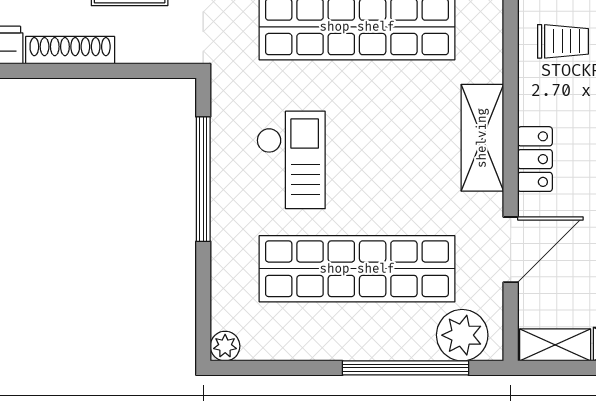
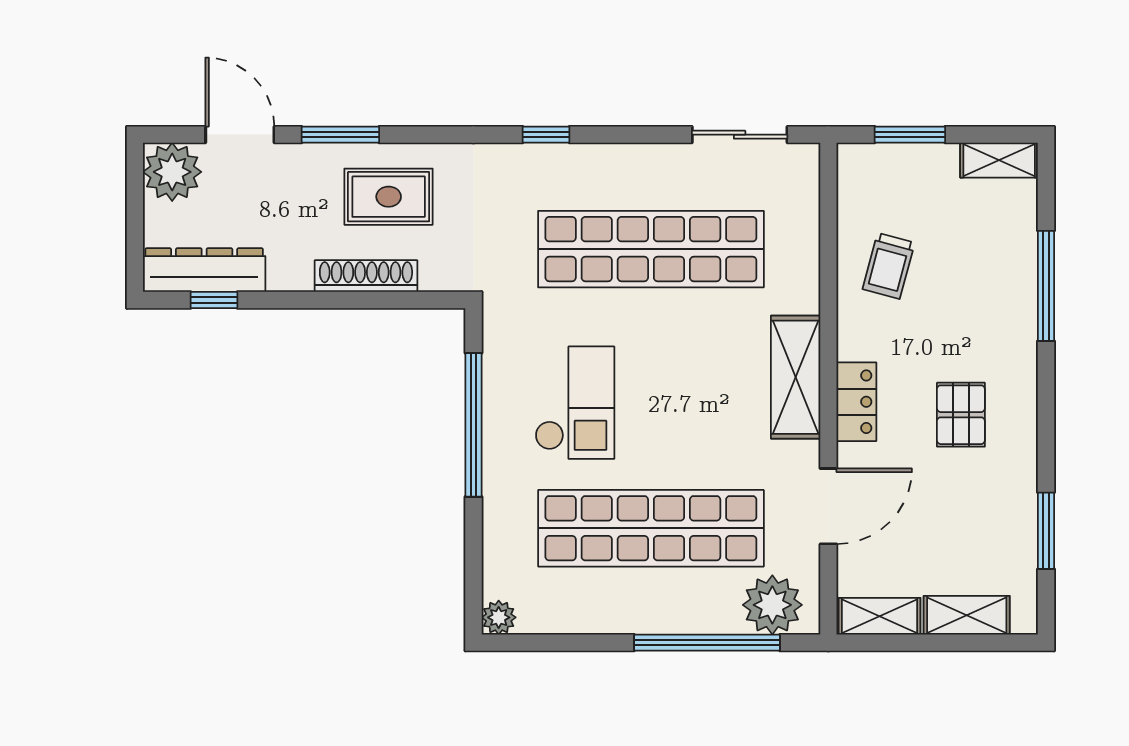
trolley: (563, 41) -> (889, 266), turned 105
shoe rack: (70, 50) -> (366, 276), moved

